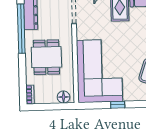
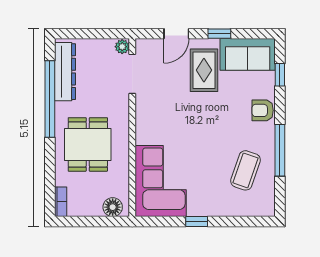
corner sofa: (100, 71) -> (161, 181), width x0.73, depth x0.74

